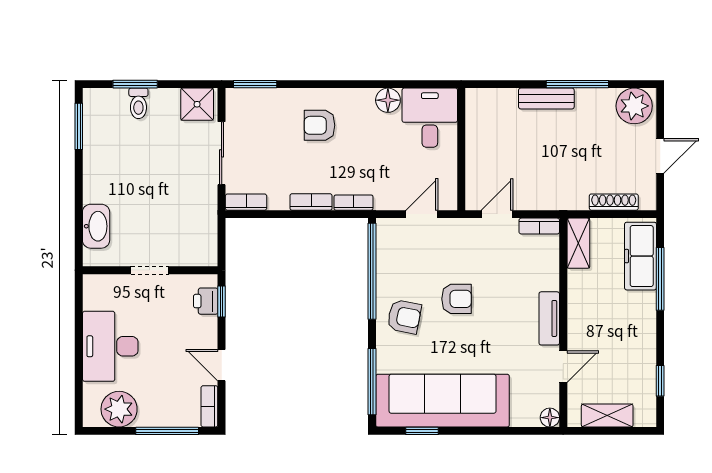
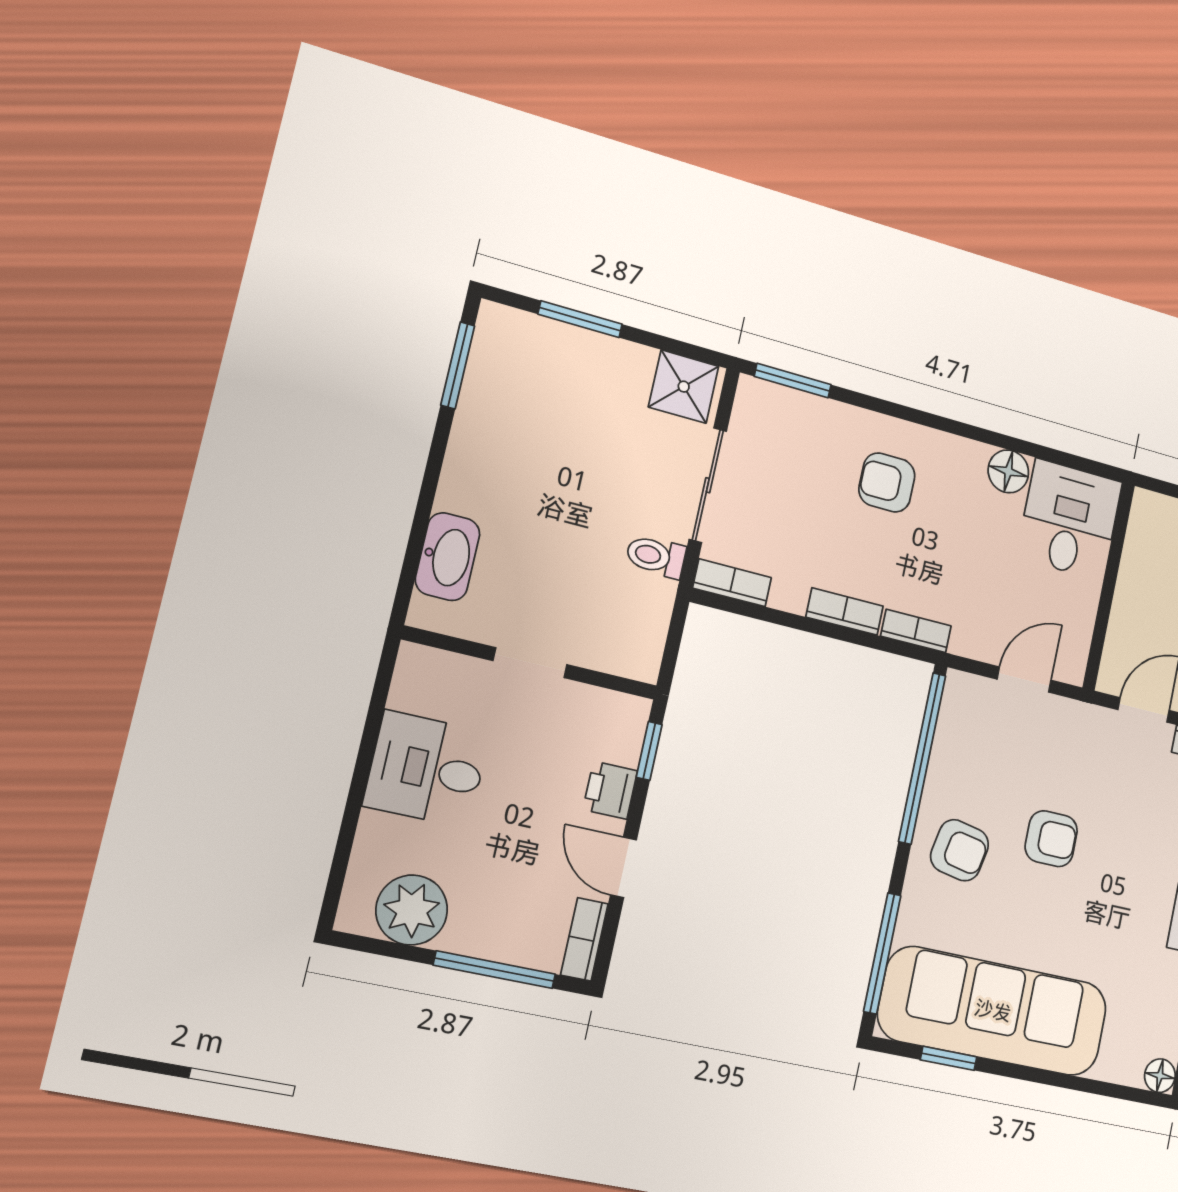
toilet: (138, 103) -> (656, 556), moved, turned 90
printer: (206, 301) -> (610, 790), moved
desk: (110, 346) -> (427, 769), width x0.73

